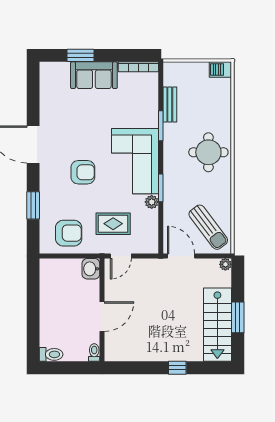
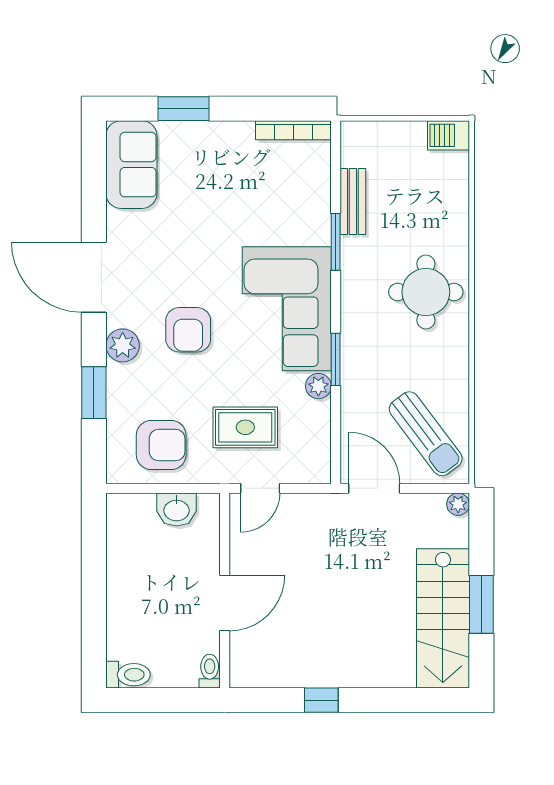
sofa: (94, 75) -> (131, 165), moved, turned -90
armchair: (83, 172) -> (188, 330), turned 90
plant: (48, 181) -> (123, 345), added
washbasin: (91, 269) -> (177, 510), moved, turned -90
window: (177, 368) -> (321, 700), moved

